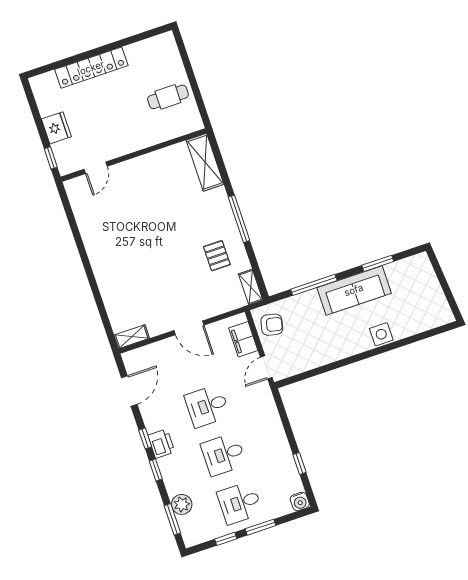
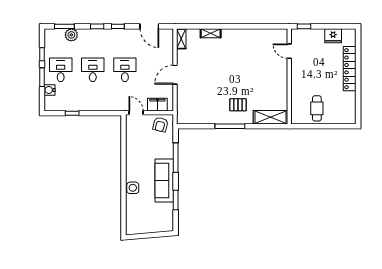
fridge: (56, 128) -> (333, 36), moved
pallet: (217, 256) -> (238, 105), moved
shelving: (251, 287) -> (211, 33), moved
printer: (161, 444) -> (112, 35), removed
water cooler: (300, 501) -> (49, 90), moved

